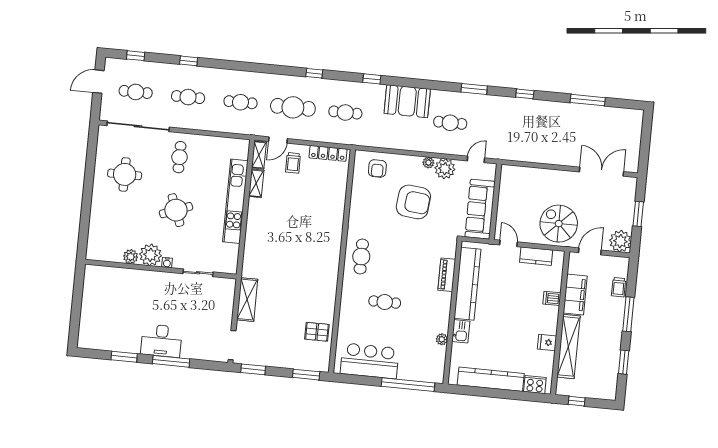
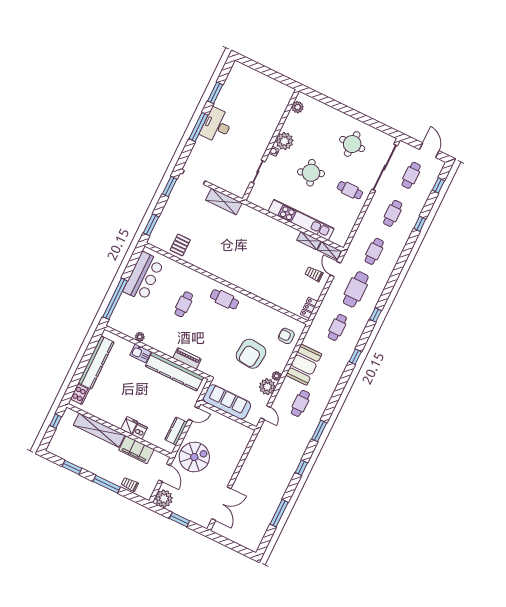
booth: (407, 101) -> (304, 365), moved
locker: (328, 153) -> (309, 308), width x0.66
plant: (131, 257) -> (298, 107), moved
fridge: (547, 342) -> (129, 425), moved

